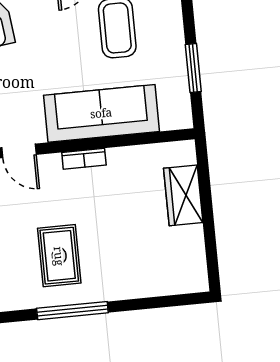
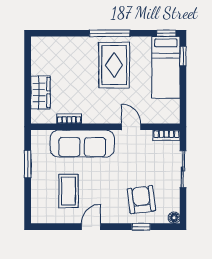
bookcase: (84, 159) -> (69, 119), moved
rug: (59, 256) -> (114, 65), width x1.36, depth x1.43

